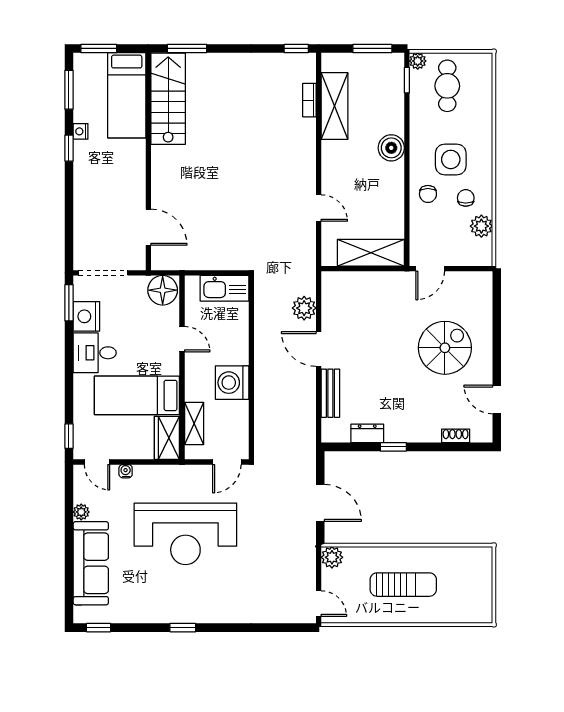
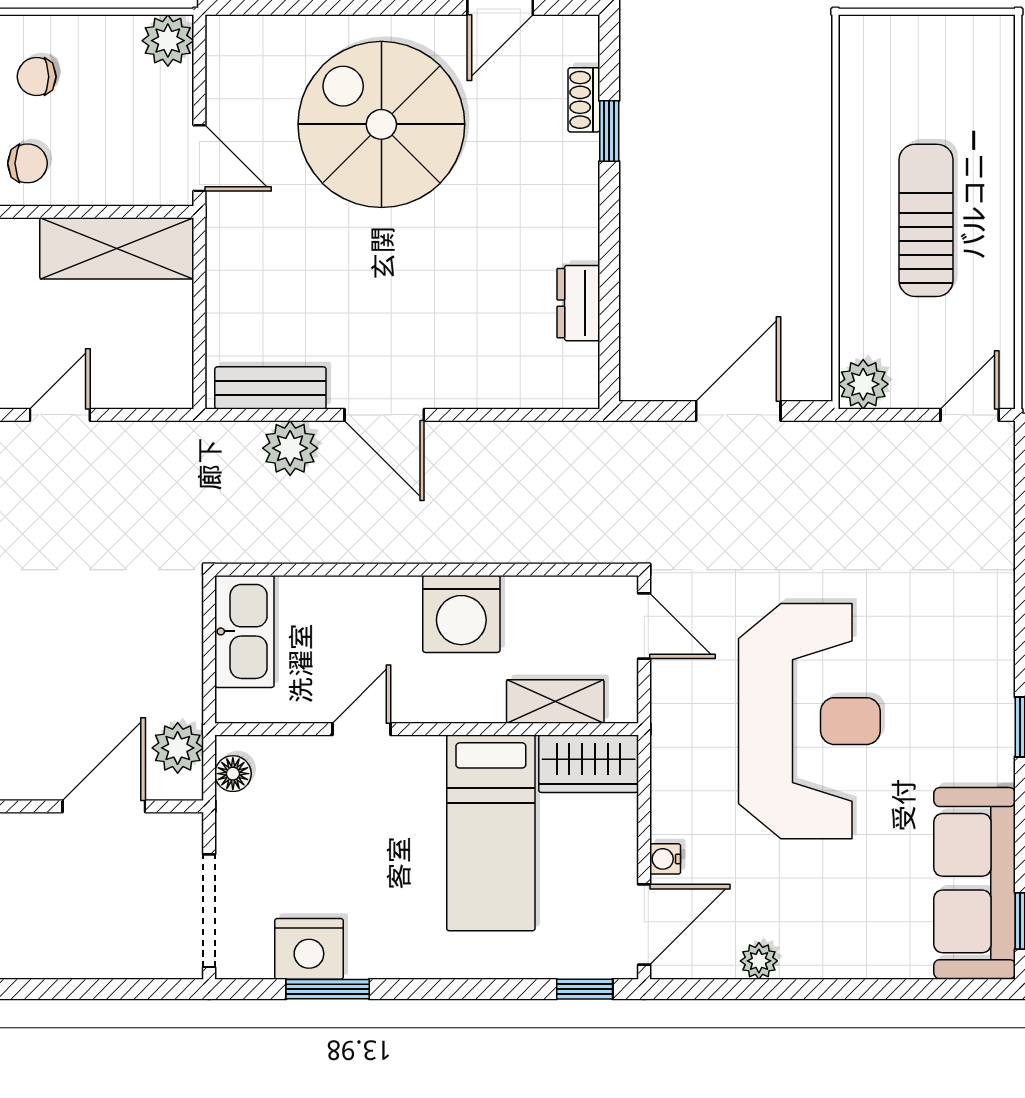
plant: (481, 226) -> (168, 41), moved
shelving: (371, 253) -> (117, 248), moved, turned 90
plant: (174, 259) -> (178, 748), added
floor lamp: (163, 290) -> (233, 774), width x0.53, depth x0.53
window: (69, 303) -> (328, 989), moved
spiral stairs: (445, 348) -> (381, 124), width x1.37, depth x1.37
door: (319, 349) -> (384, 415), hinge flipped
desk: (95, 353) -> (393, 930), removed
bench: (330, 393) -> (270, 388), moved
window: (393, 447) -> (609, 131), moved
door: (97, 462) -> (644, 925), width x1.38
sofa: (91, 563) -> (975, 883), moved, turned -90

